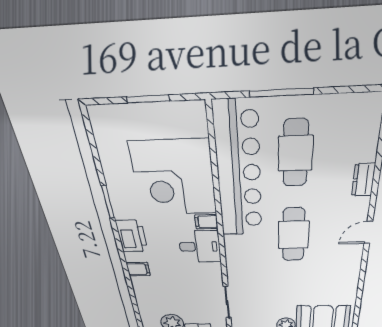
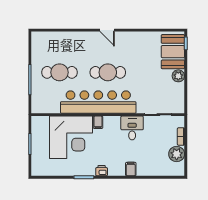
bar counter: (239, 173) -> (98, 102), moved
dresser: (363, 180) -> (75, 37), removed
printer: (132, 236) -> (102, 171), width x0.53, depth x0.68
desk: (200, 247) -> (132, 128), moved

